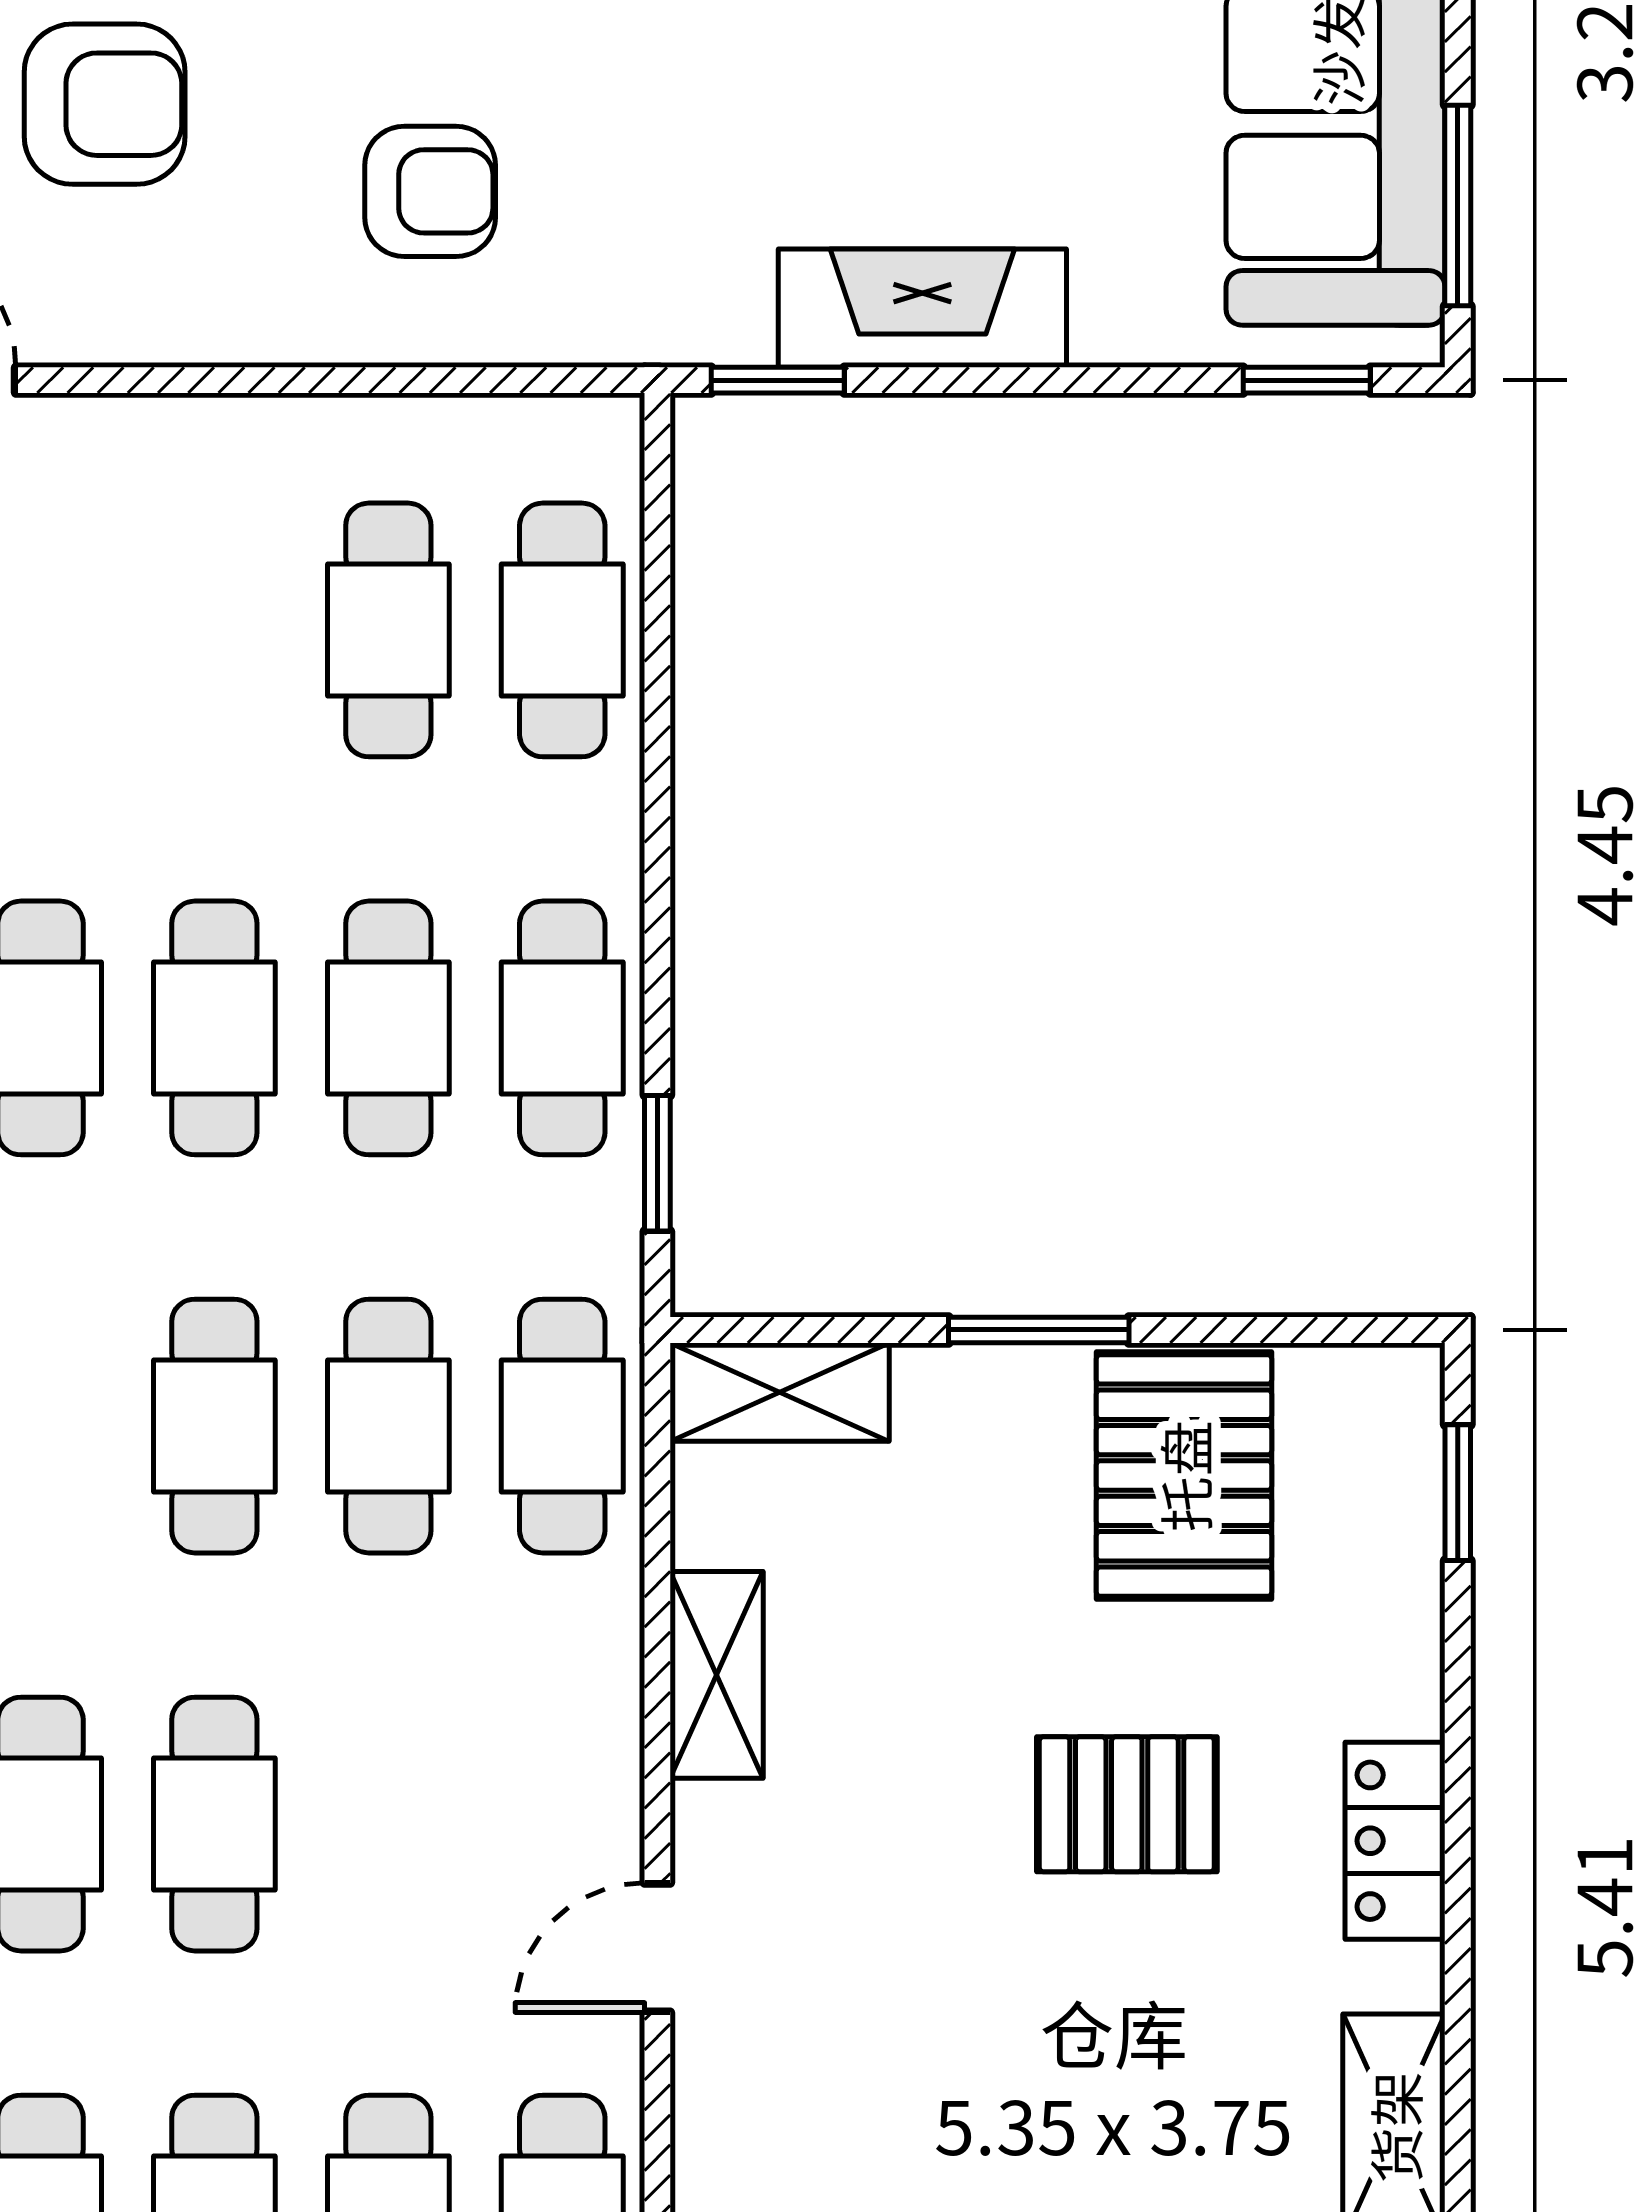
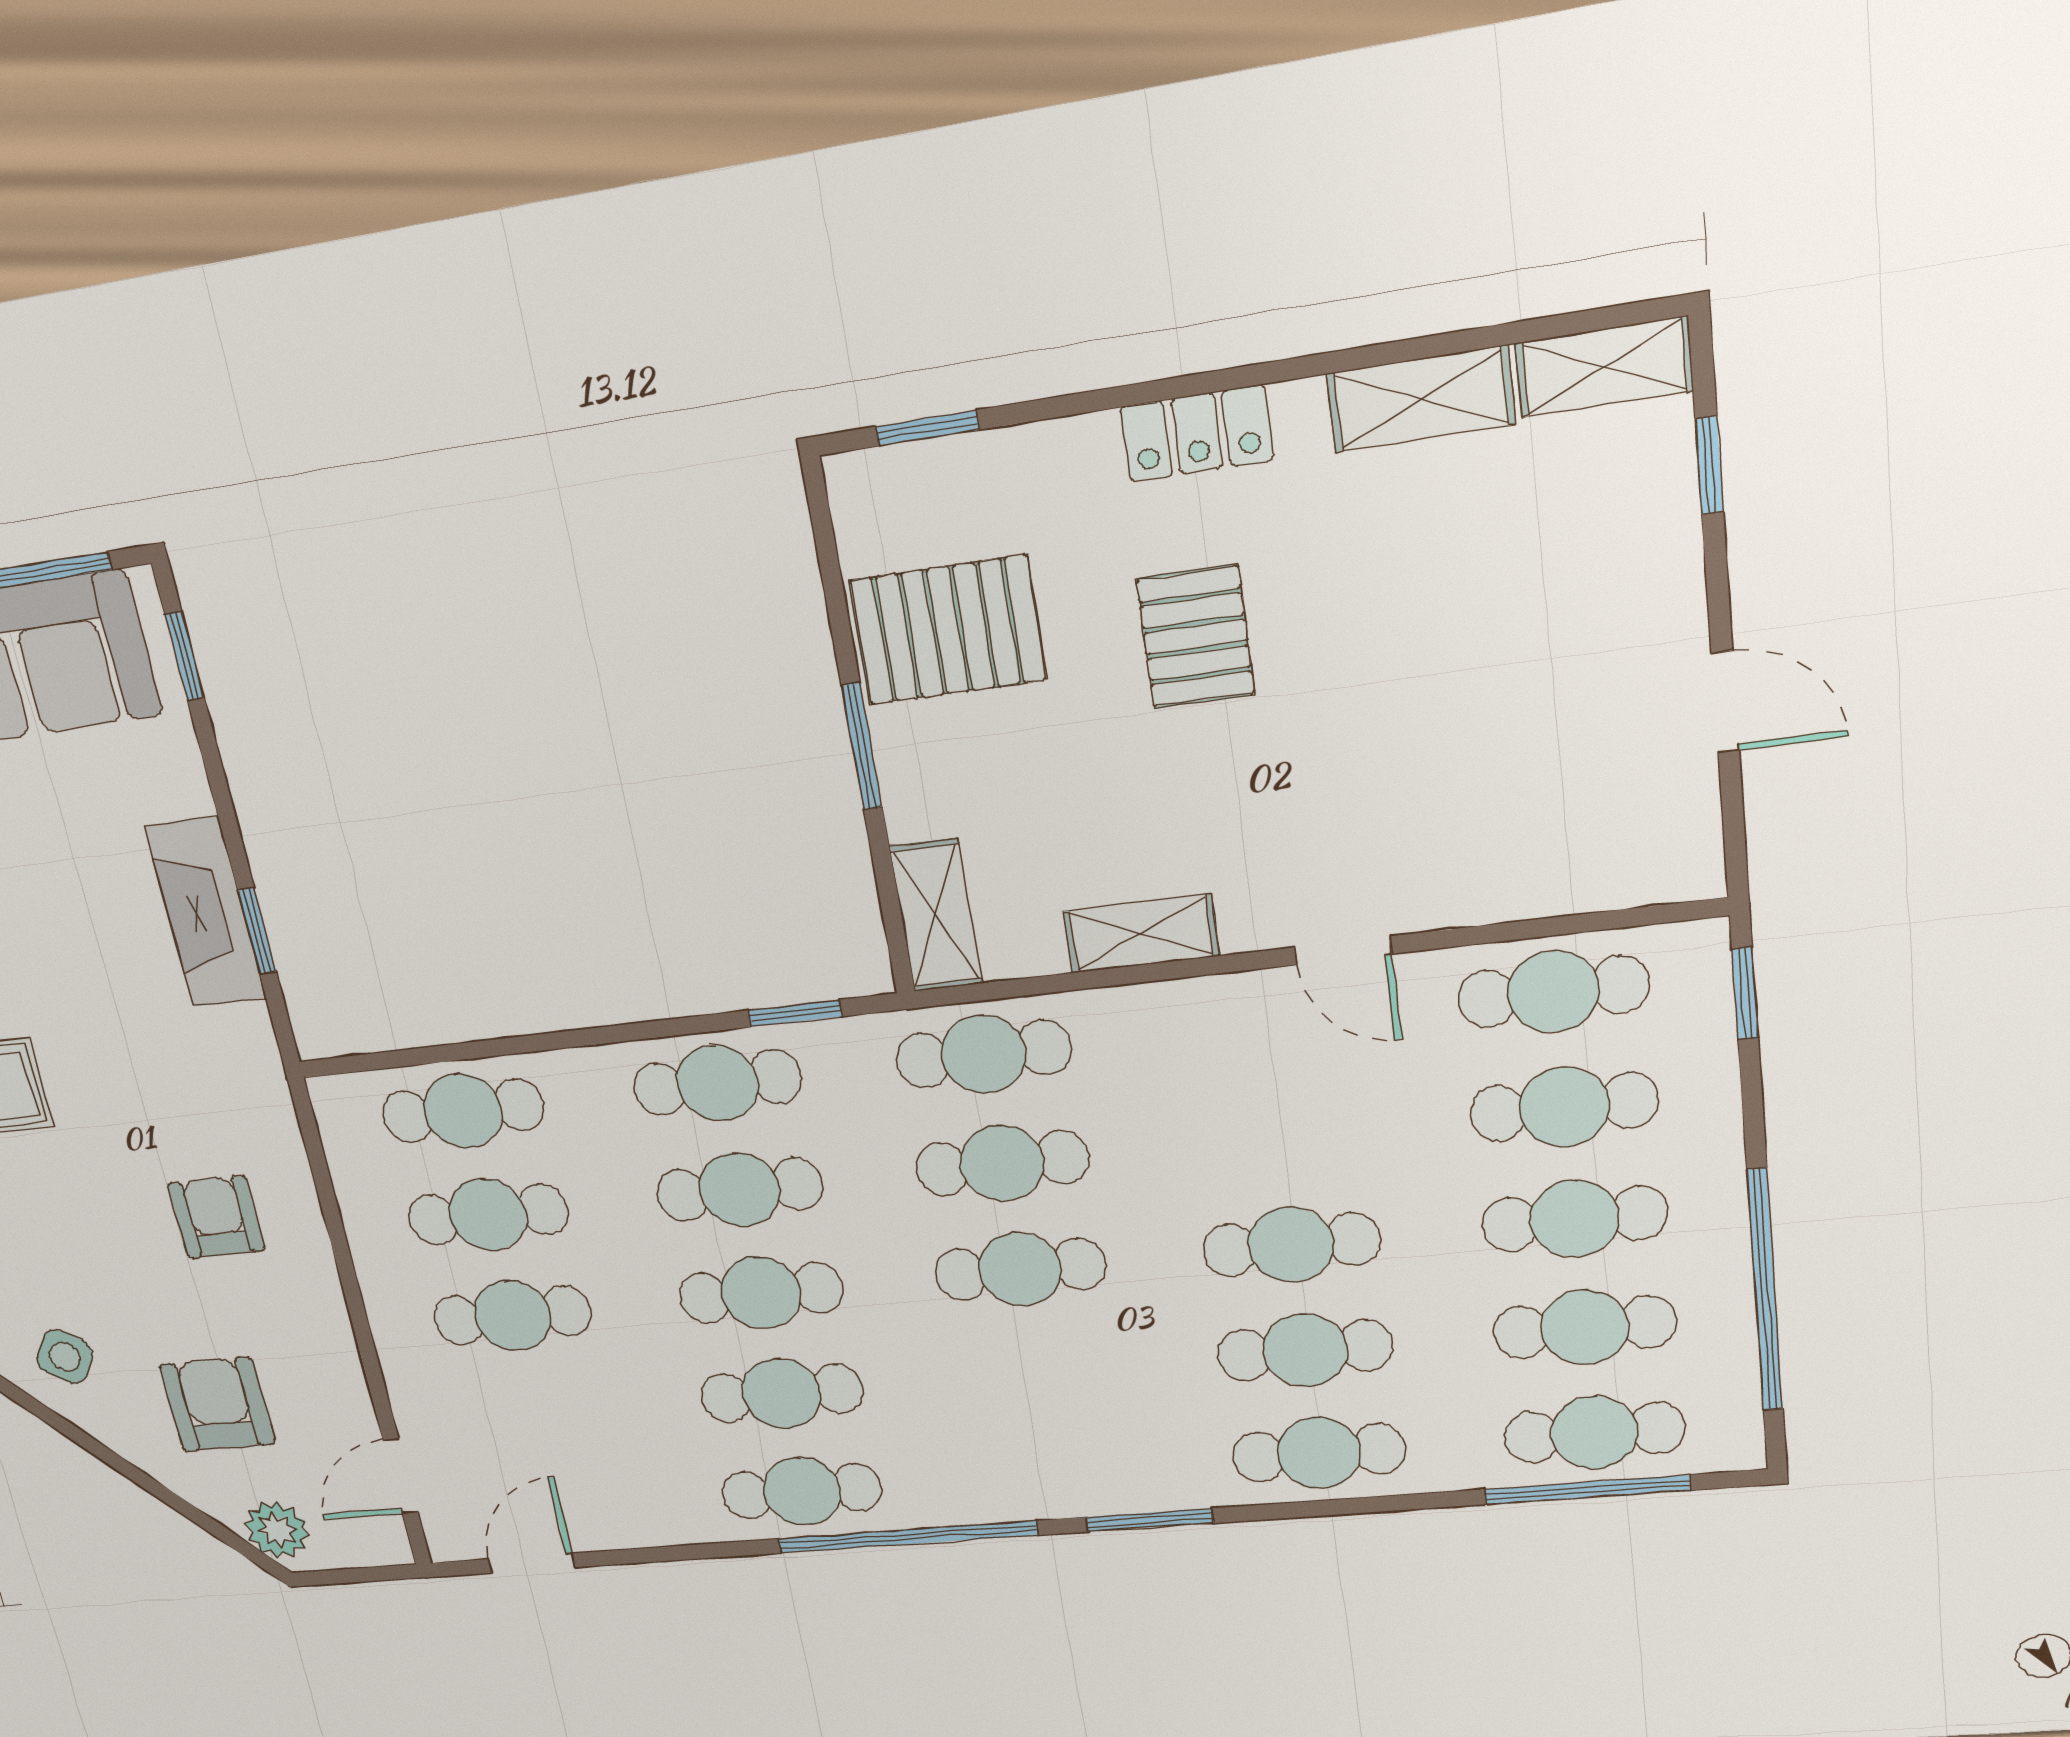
window: (778, 380) -> (257, 931), moved
cafe table: (214, 630) -> (512, 1316), added

